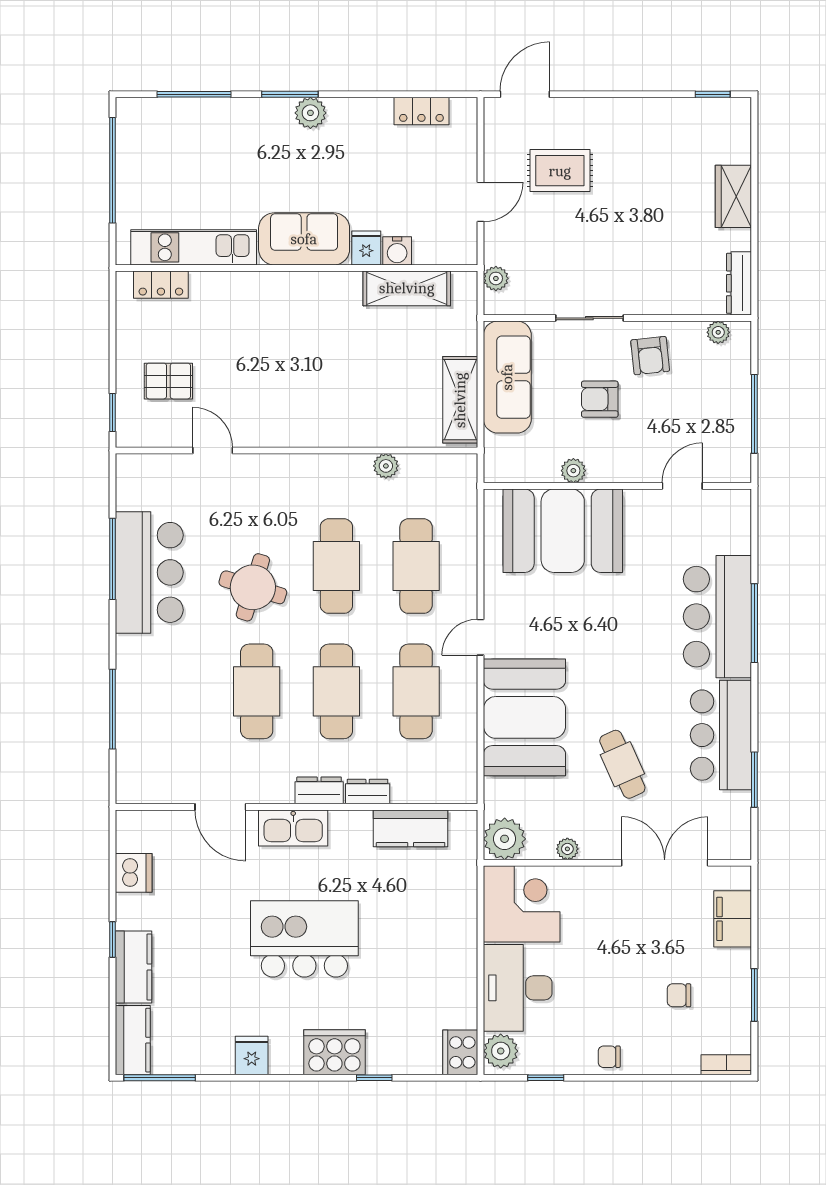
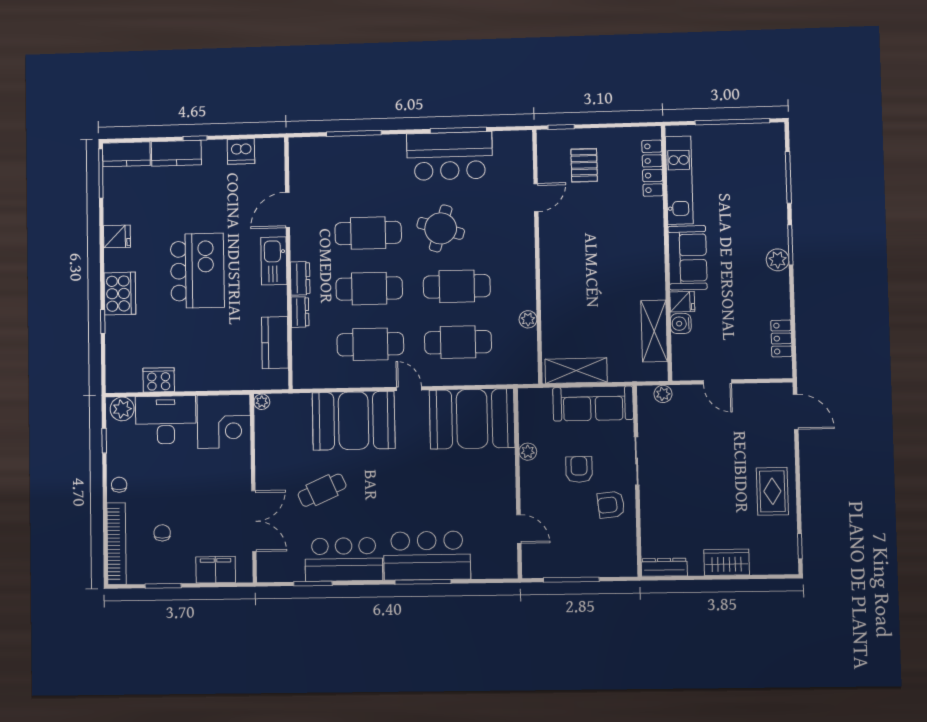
rug: (560, 171) -> (772, 491), moved
locker: (161, 285) -> (652, 168), width x1.53
plant: (718, 332) -> (629, 553), removed
booth: (563, 531) -> (472, 419), moved, turned 90
plant: (505, 839) -> (262, 402), width x0.53, depth x0.53
plant: (567, 849) -> (262, 453), removed
cooker: (460, 1052) -> (159, 380), moved
bookcase: (726, 1065) -> (117, 544), width x2.31, depth x1.31

